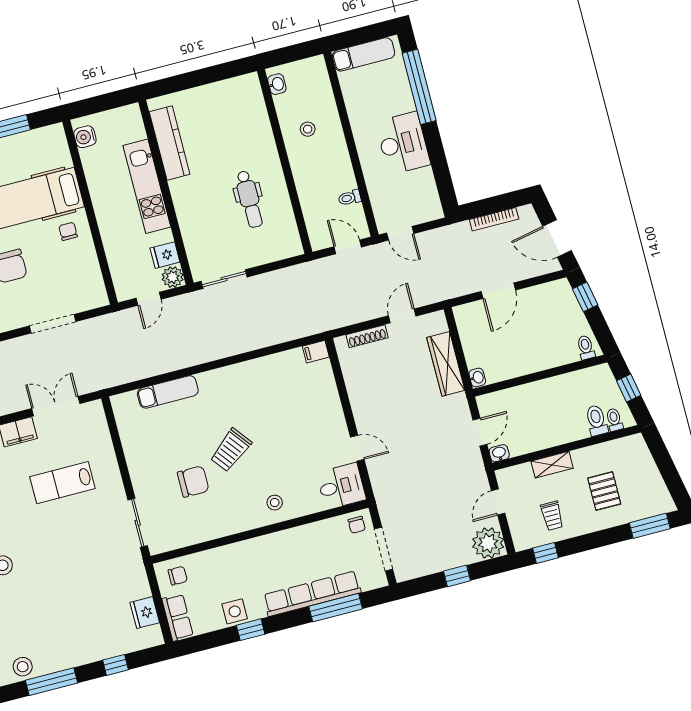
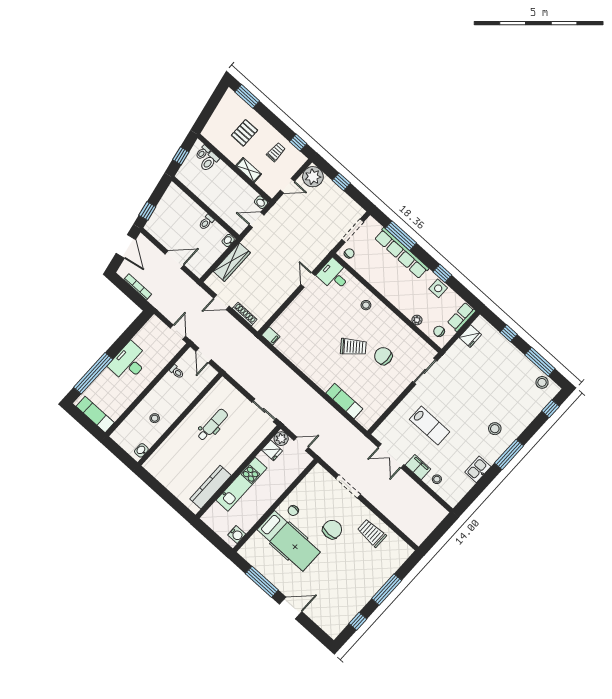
toilet: (586, 347) -> (206, 222), moved
plant: (212, 556) -> (417, 320), added

